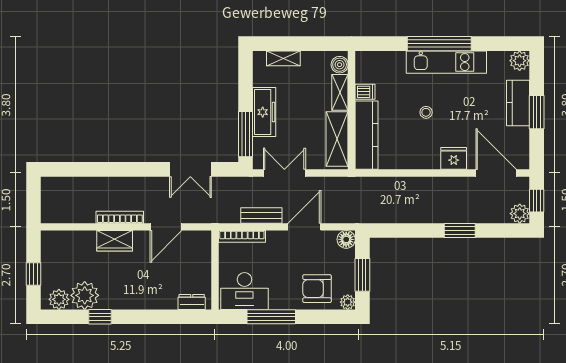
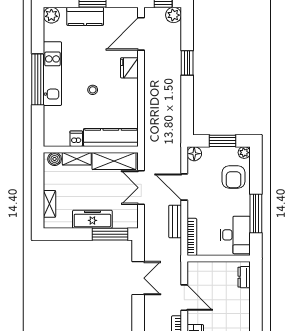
double door: (284, 173) -> (141, 188), moved

